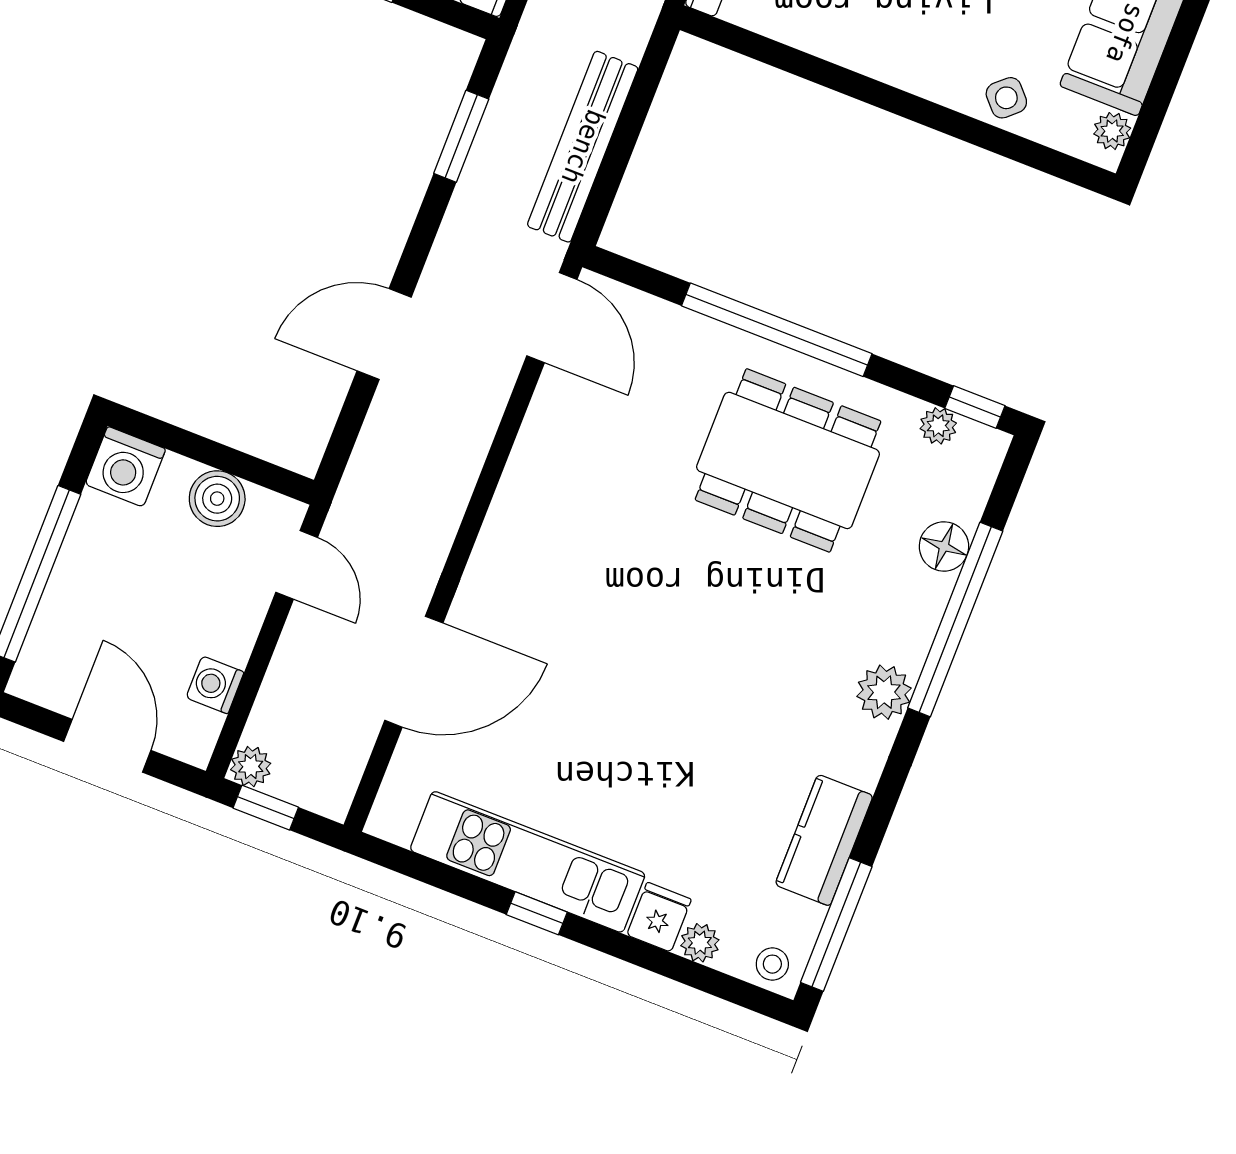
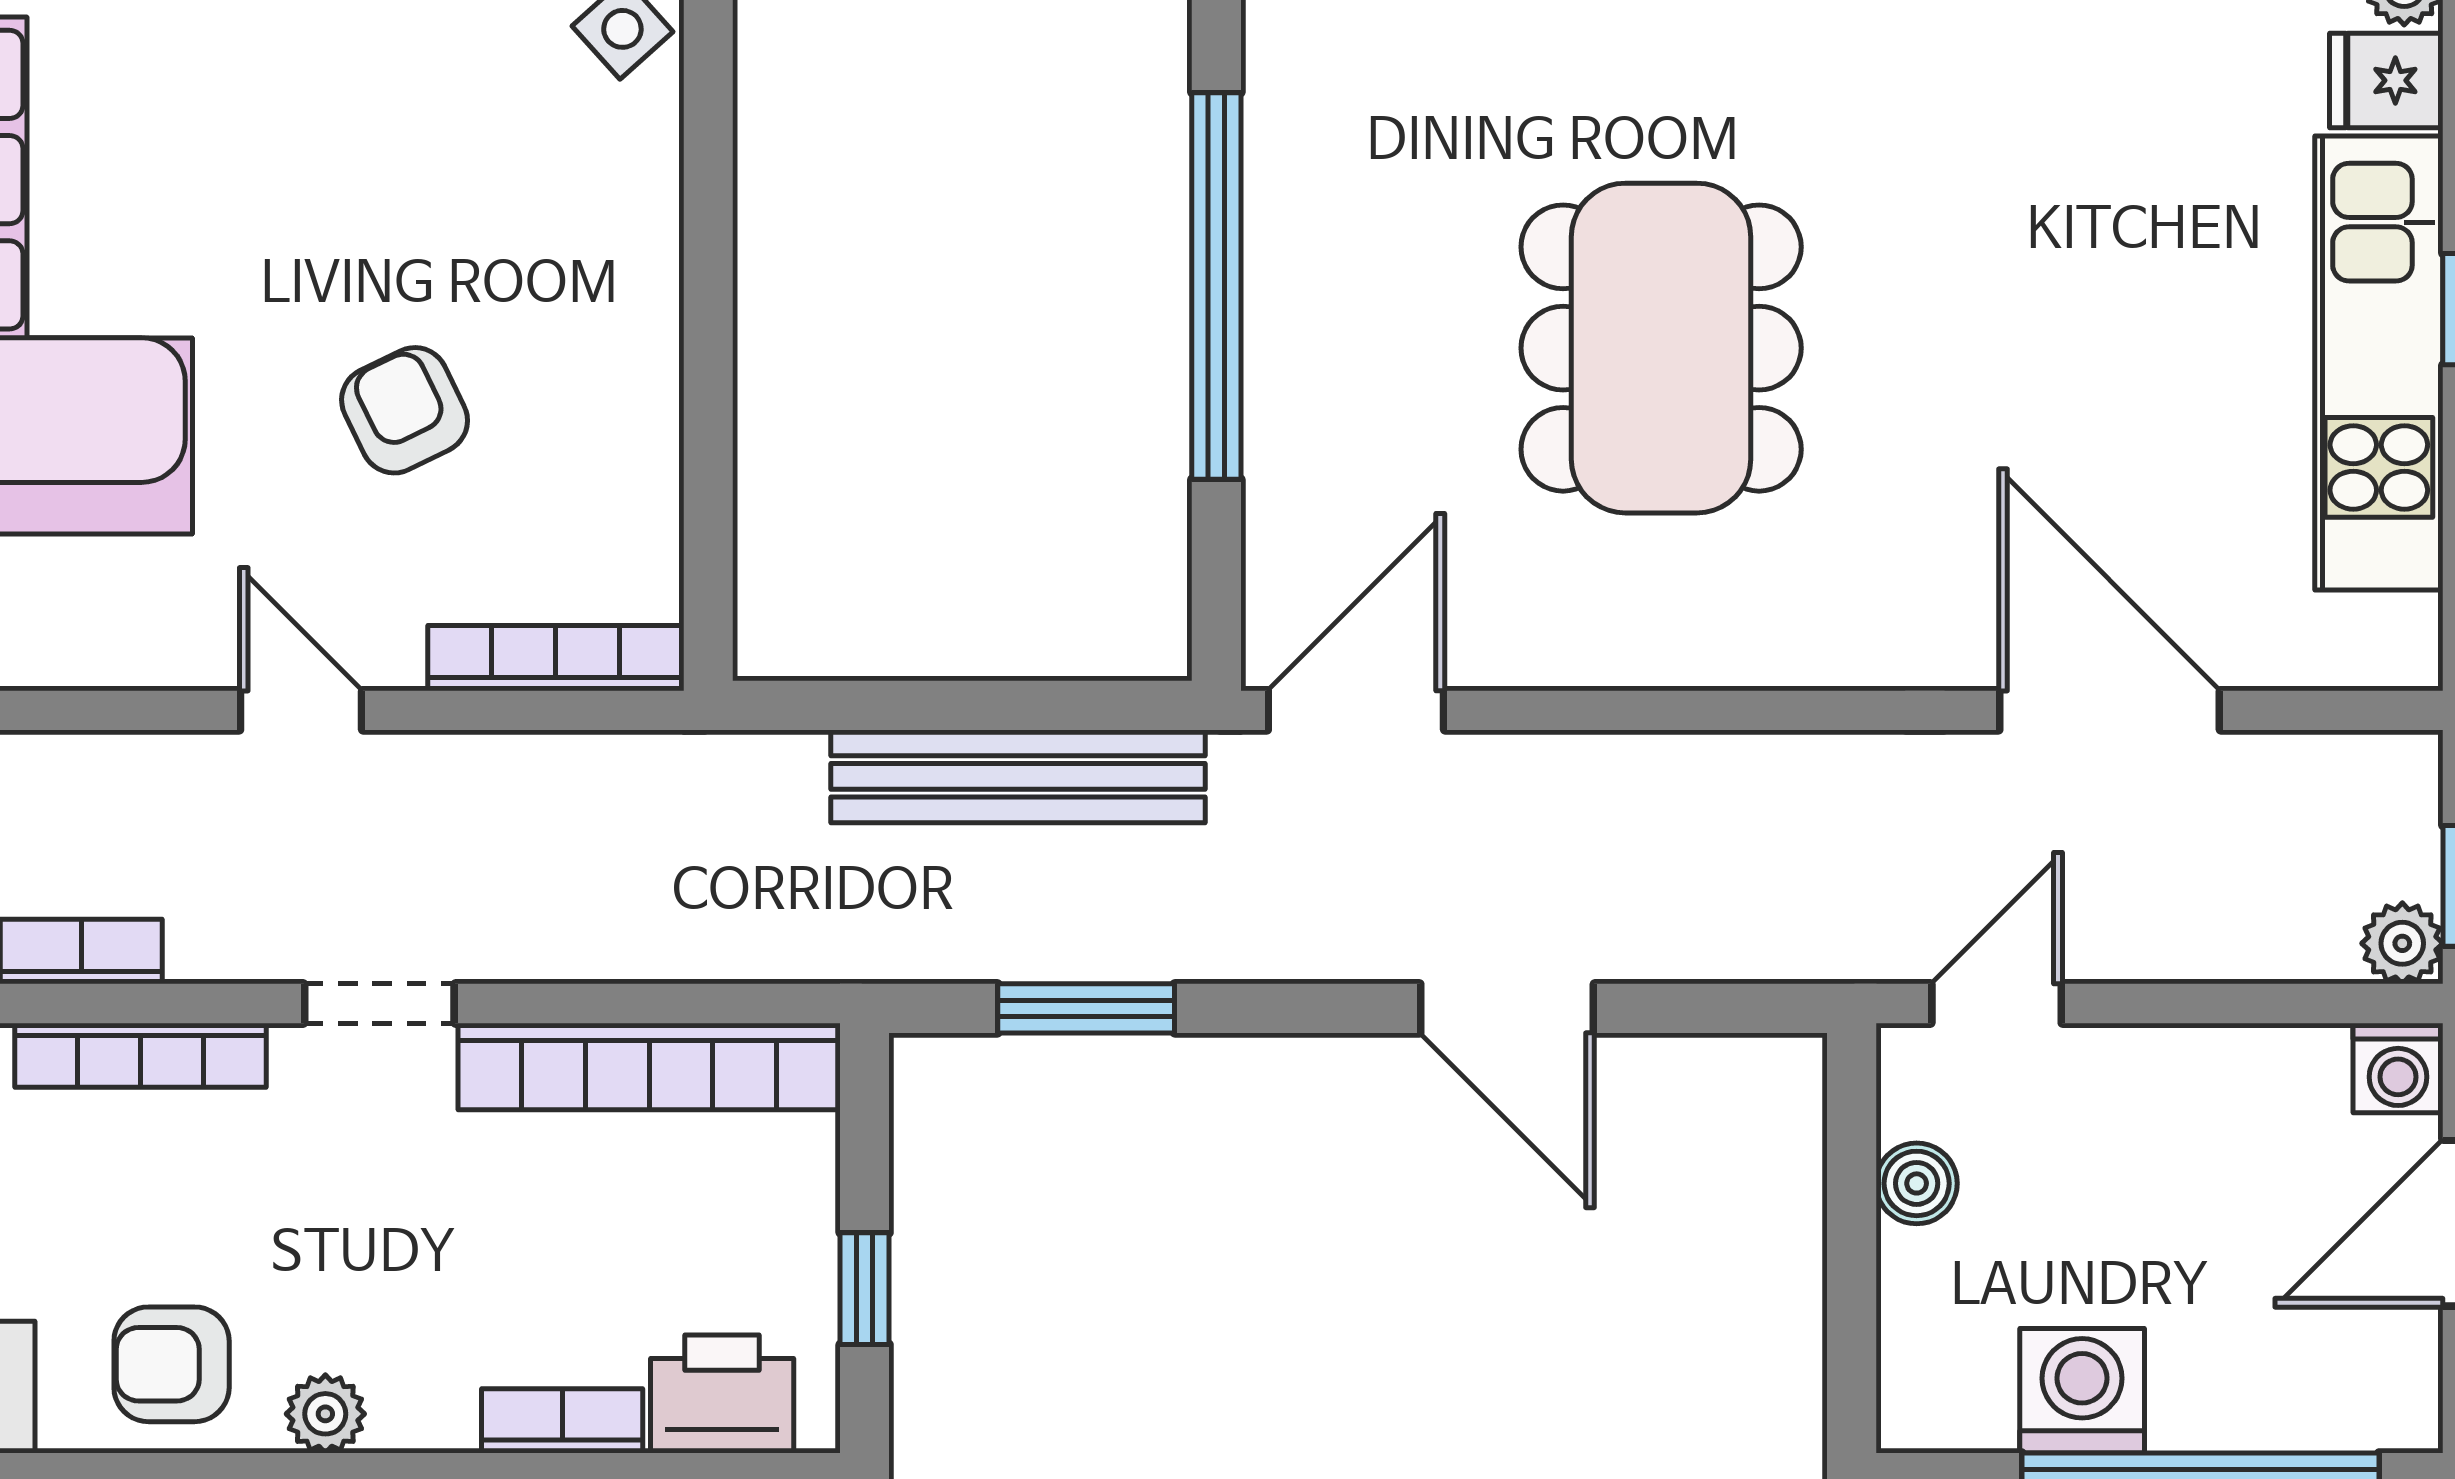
dining table: (788, 460) -> (1661, 348), moved
washing machine: (125, 467) -> (2082, 1391), moved, turned -90
boiler: (217, 499) -> (1917, 1183), width x0.73, depth x0.73
washing machine: (215, 685) -> (2398, 1068), moved

